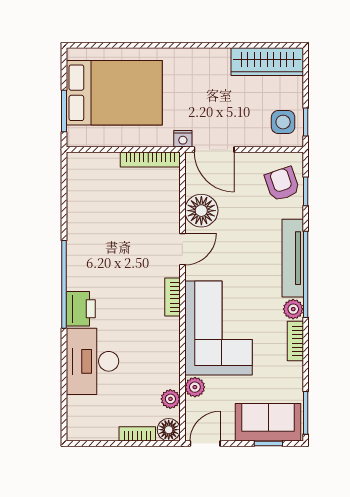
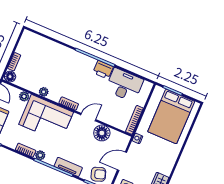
door: (214, 150) -> (122, 161), moved
door: (182, 249) -> (88, 117), swing flipped
tv unit: (293, 258) -> (68, 167), width x0.71
printer: (81, 309) -> (103, 70), moved
desk: (92, 361) -> (124, 85), moved
plant: (170, 399) -> (44, 92), moved

